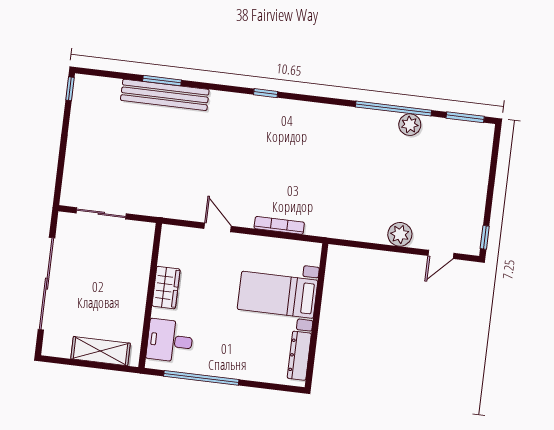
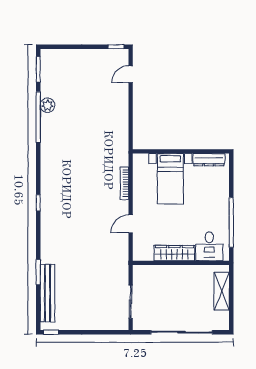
bench: (165, 95) -> (47, 293), moved
plant: (400, 234) -> (121, 103), removed
door: (441, 254) -> (131, 74), swing flipped
wardrobe: (166, 288) -> (174, 253), width x1.50

